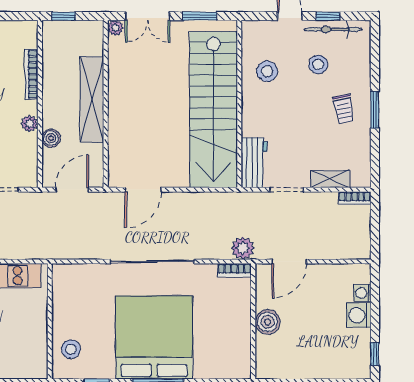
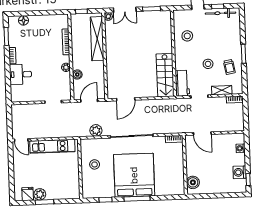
stool: (318, 64) -> (208, 64), moved
shelving: (92, 99) -> (97, 39), moved
trolley: (344, 109) -> (229, 67), moved
stairs: (213, 110) -> (165, 75), width x0.54, depth x0.66
plant: (243, 248) -> (96, 130), moved
door: (289, 261) -> (202, 133), hinge flipped
washing machine: (359, 315) -> (239, 172), moved
boiler: (268, 322) -> (193, 182), moved
stool: (71, 349) -> (95, 164), moved

